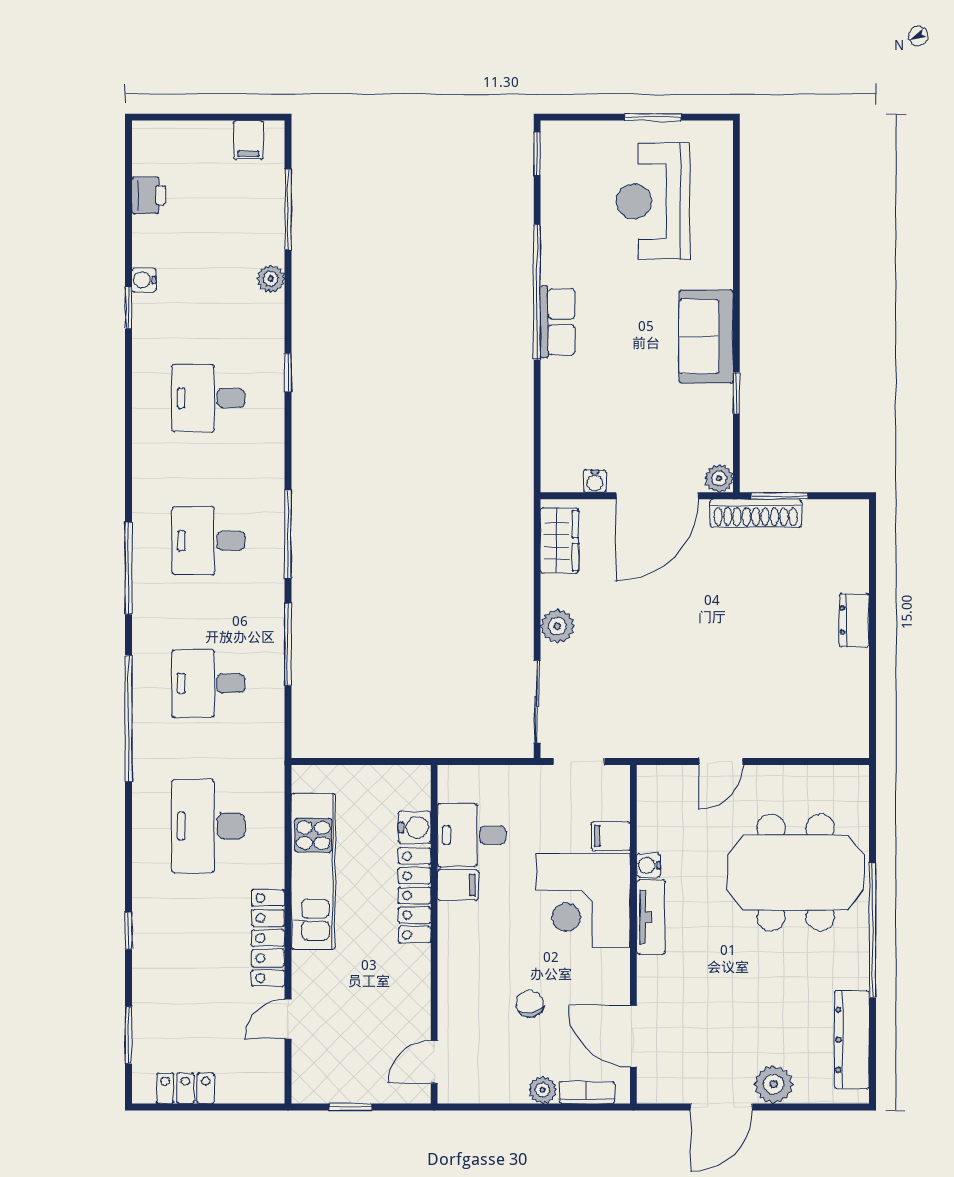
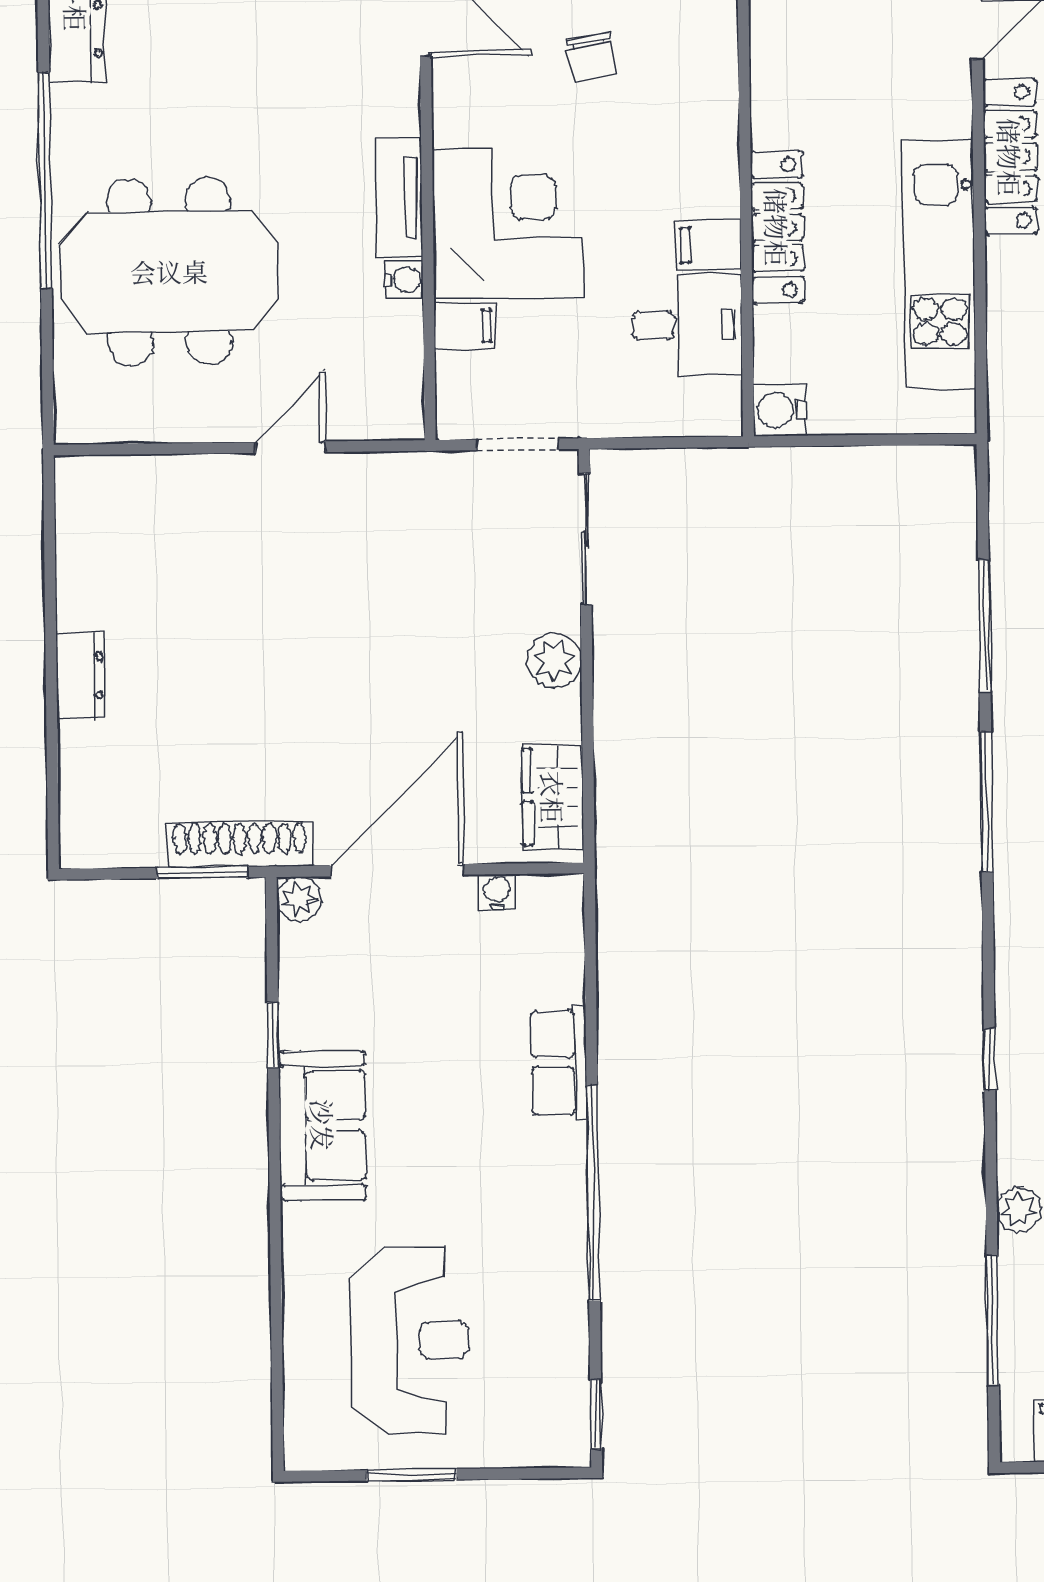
row of seats: (558, 322) -> (559, 1063), moved
water cooler: (415, 827) -> (779, 410), moved

